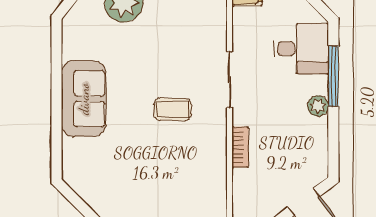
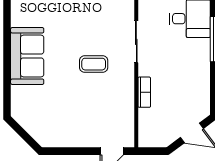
plant: (318, 106) -> (202, 61), removed

